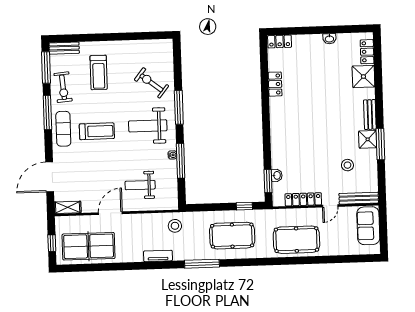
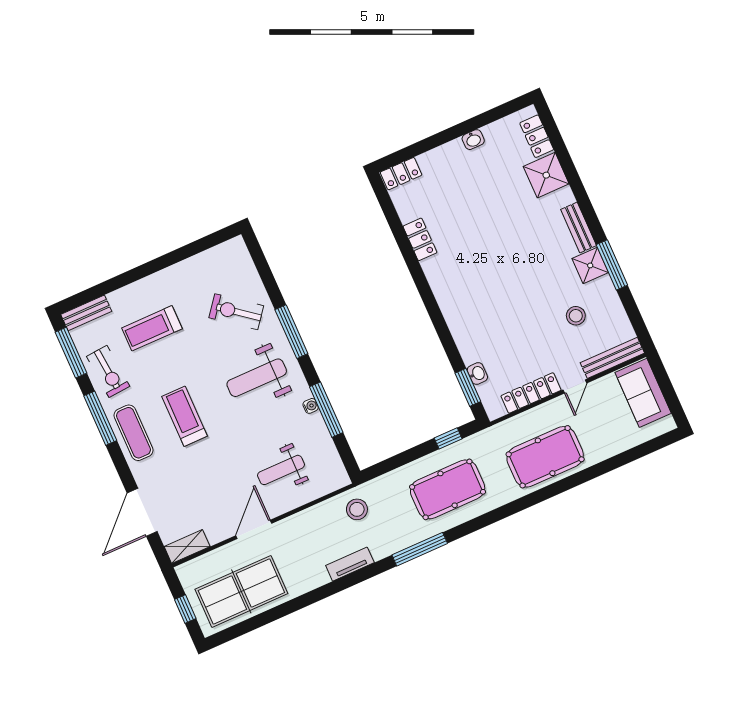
treadmill: (99, 72) -> (152, 328), turned 90
treadmill: (97, 131) -> (185, 416), turned -90

